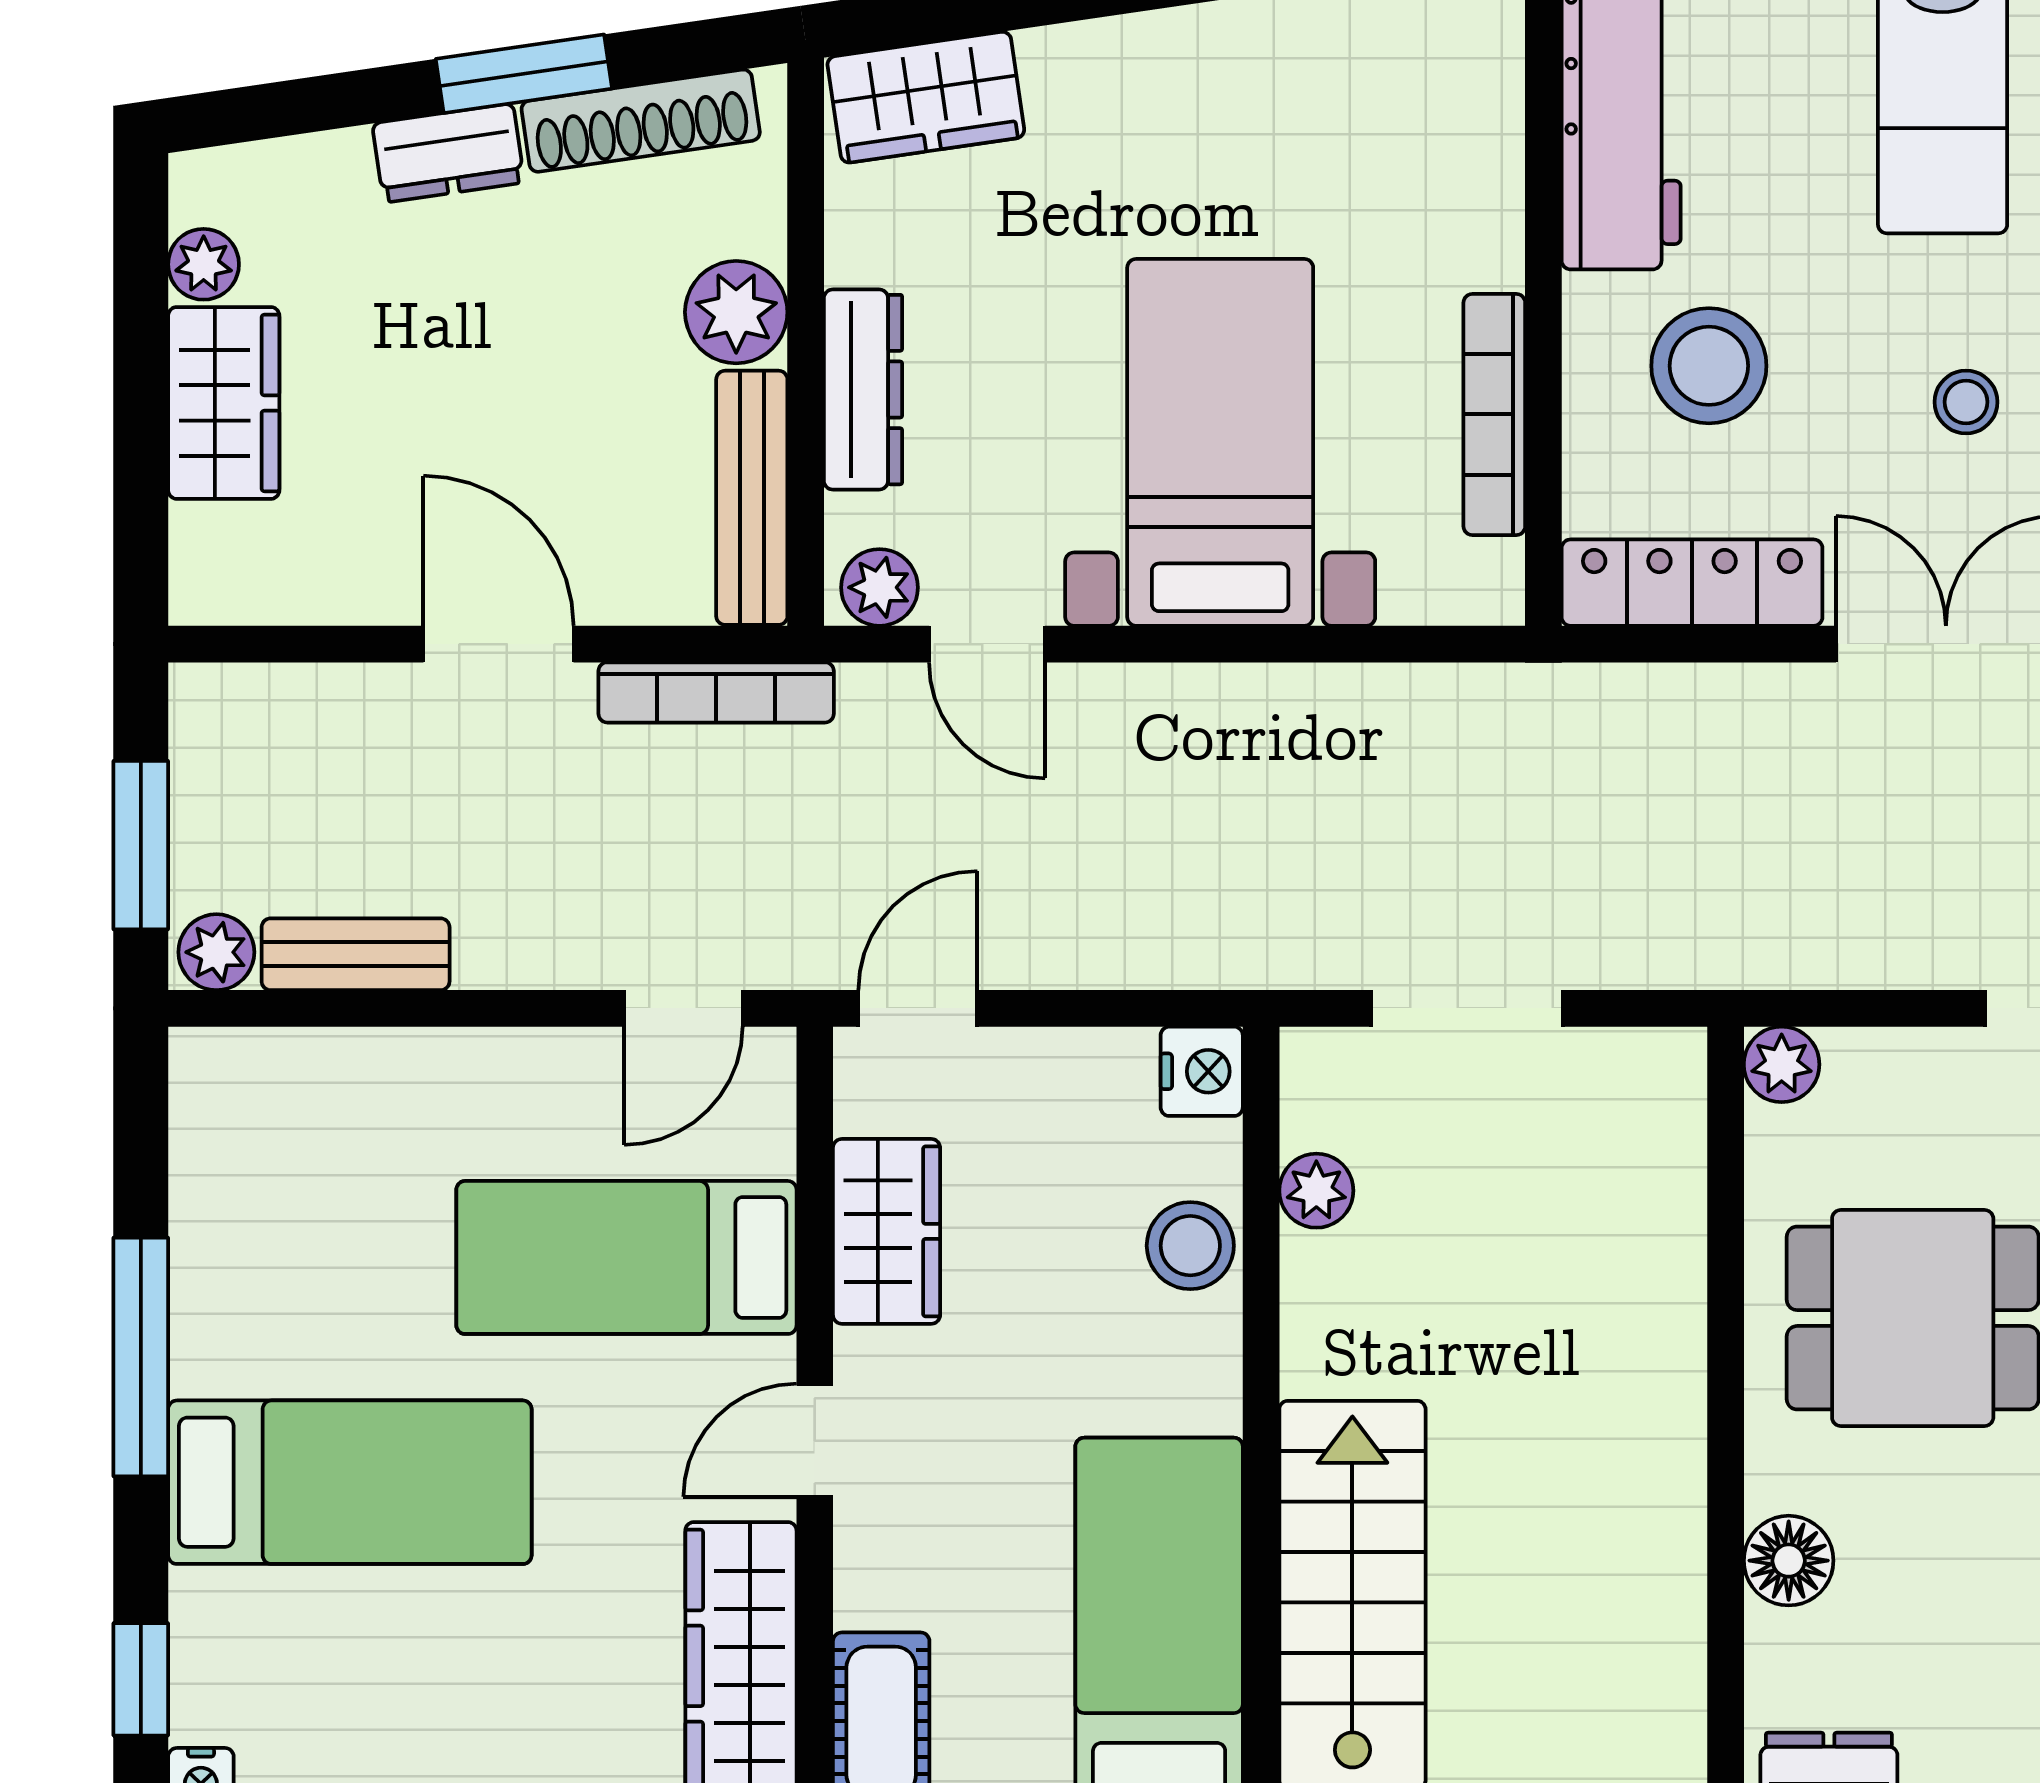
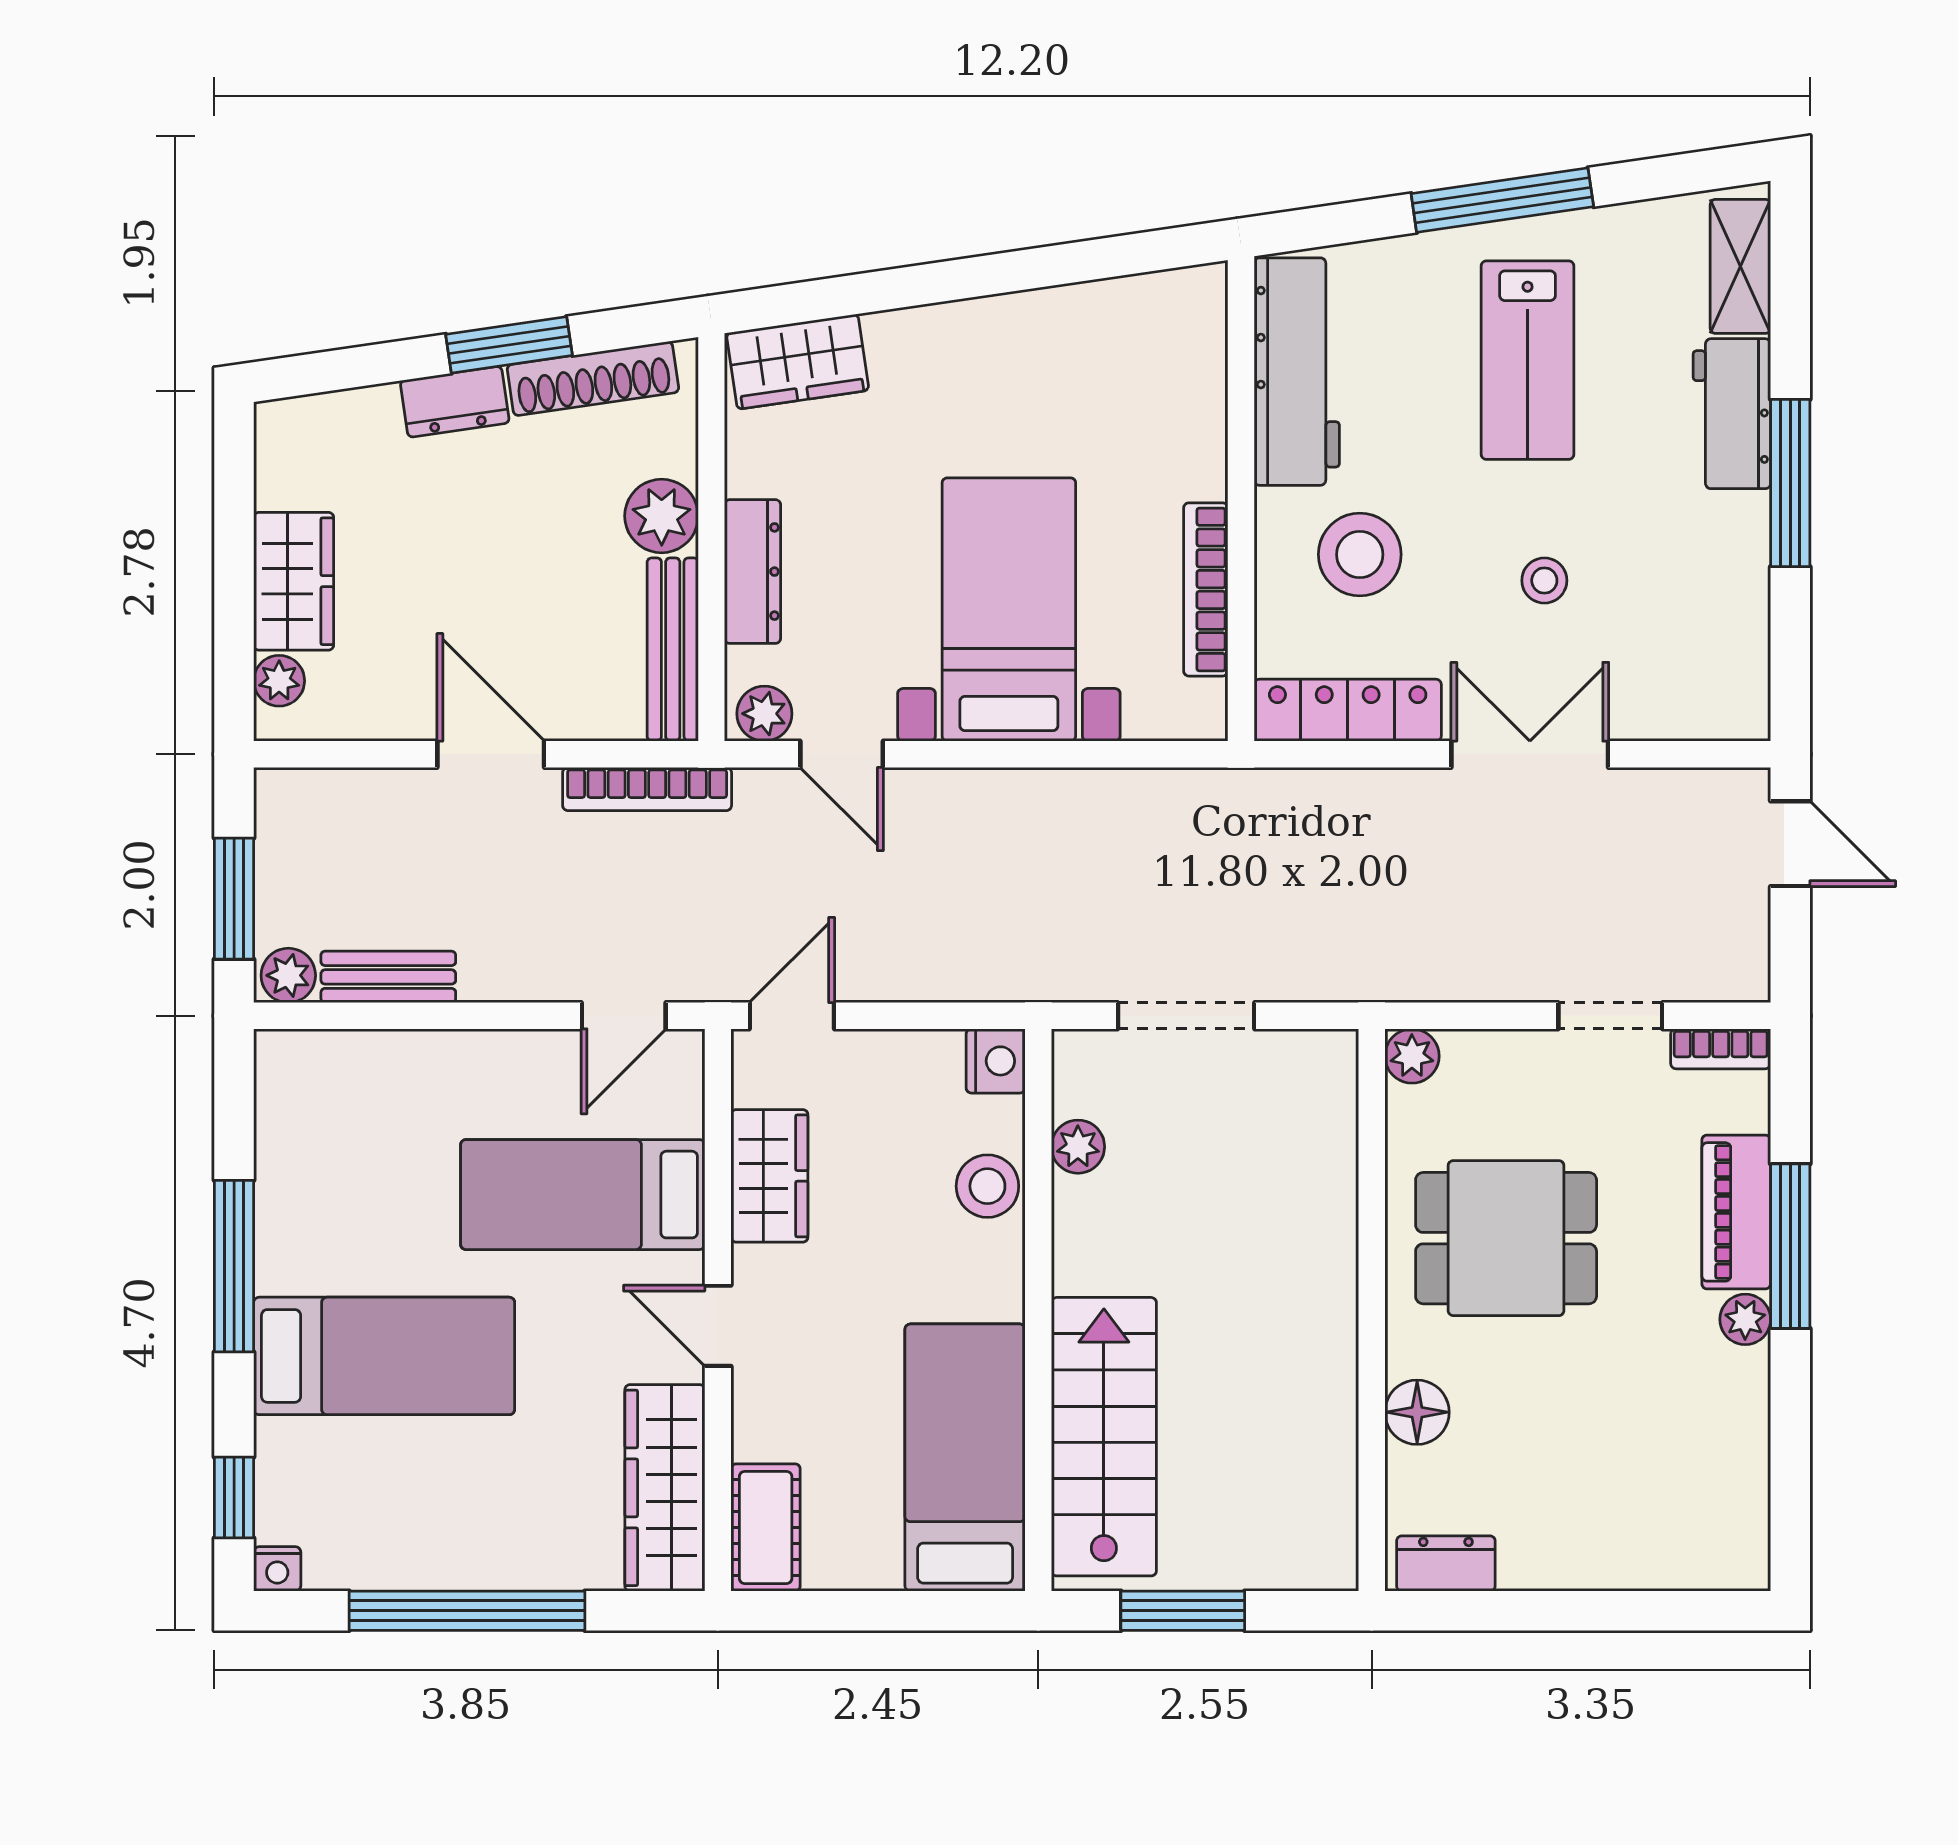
plant: (204, 264) -> (279, 681), moved
door: (815, 1440) -> (718, 1326), hinge flipped

